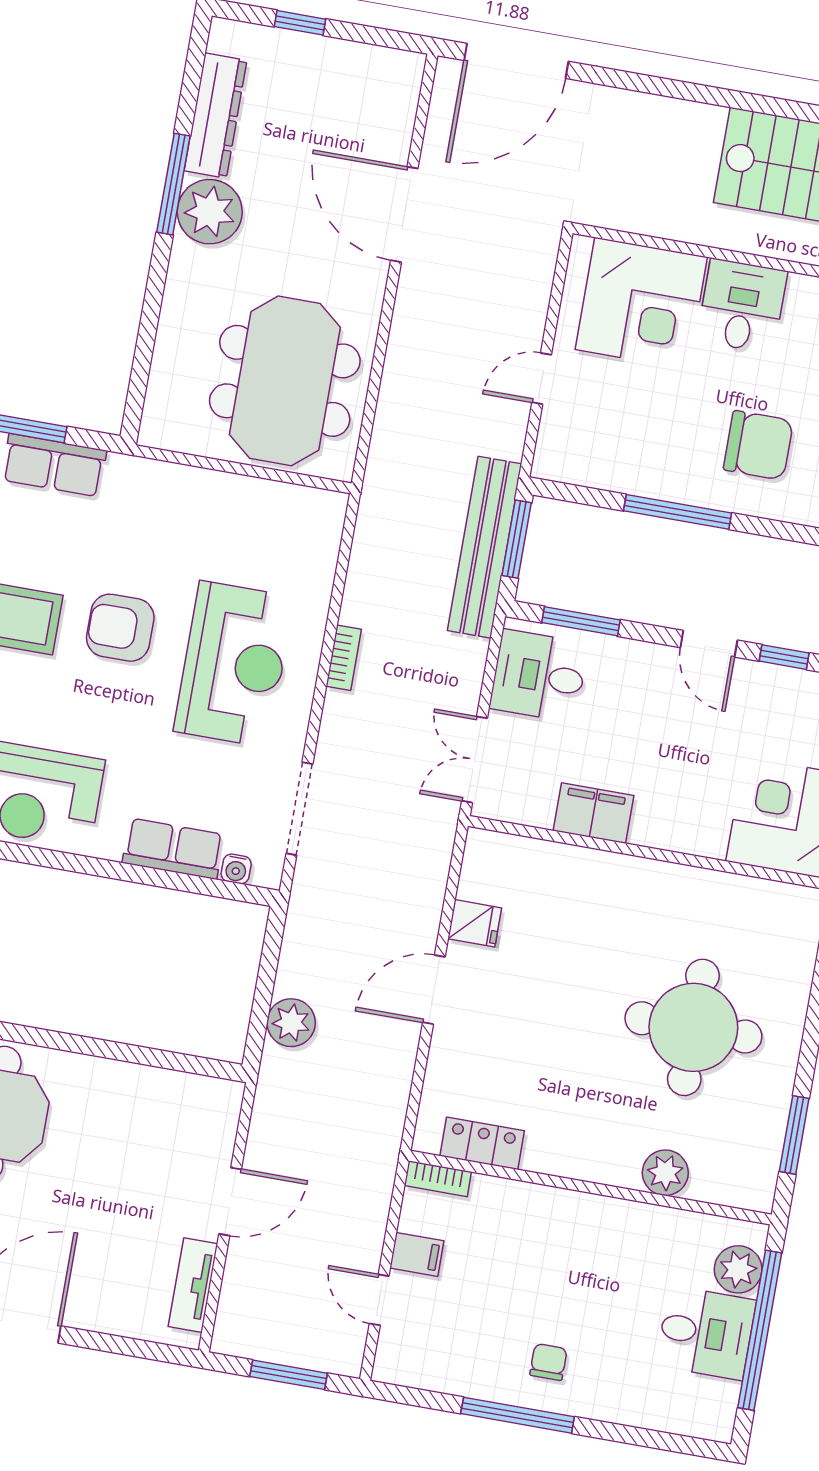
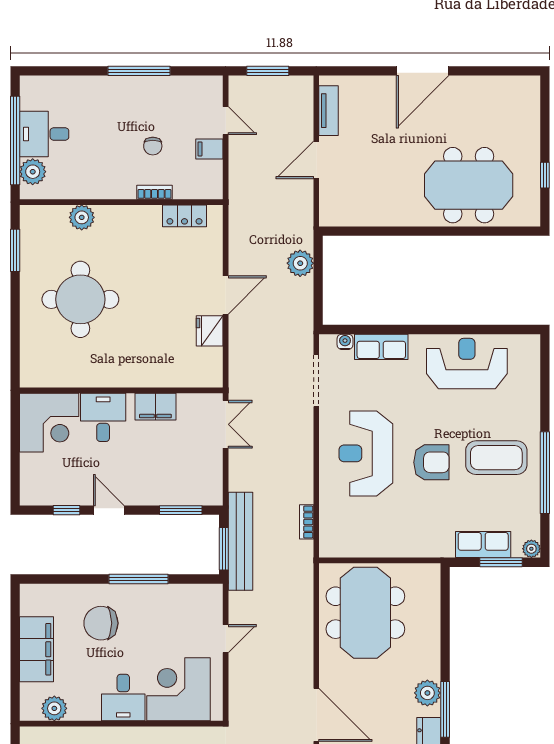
plant: (210, 212) -> (427, 693), width x0.73, depth x0.73
bookcase: (344, 658) -> (307, 522), moved
desk: (539, 676) -> (103, 417), moved, turned -90
fridge: (475, 923) -> (210, 331), width x1.38
bookcase: (438, 1179) -> (154, 192), moved
chair: (548, 1362) -> (153, 146), moved

